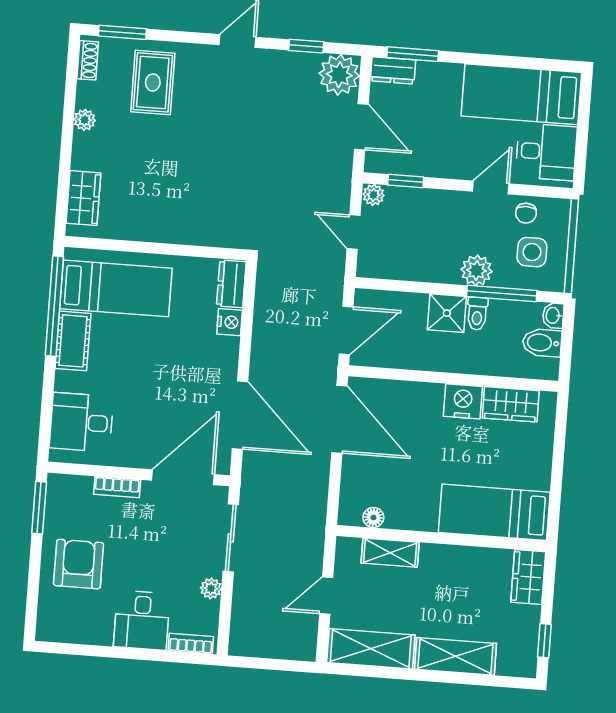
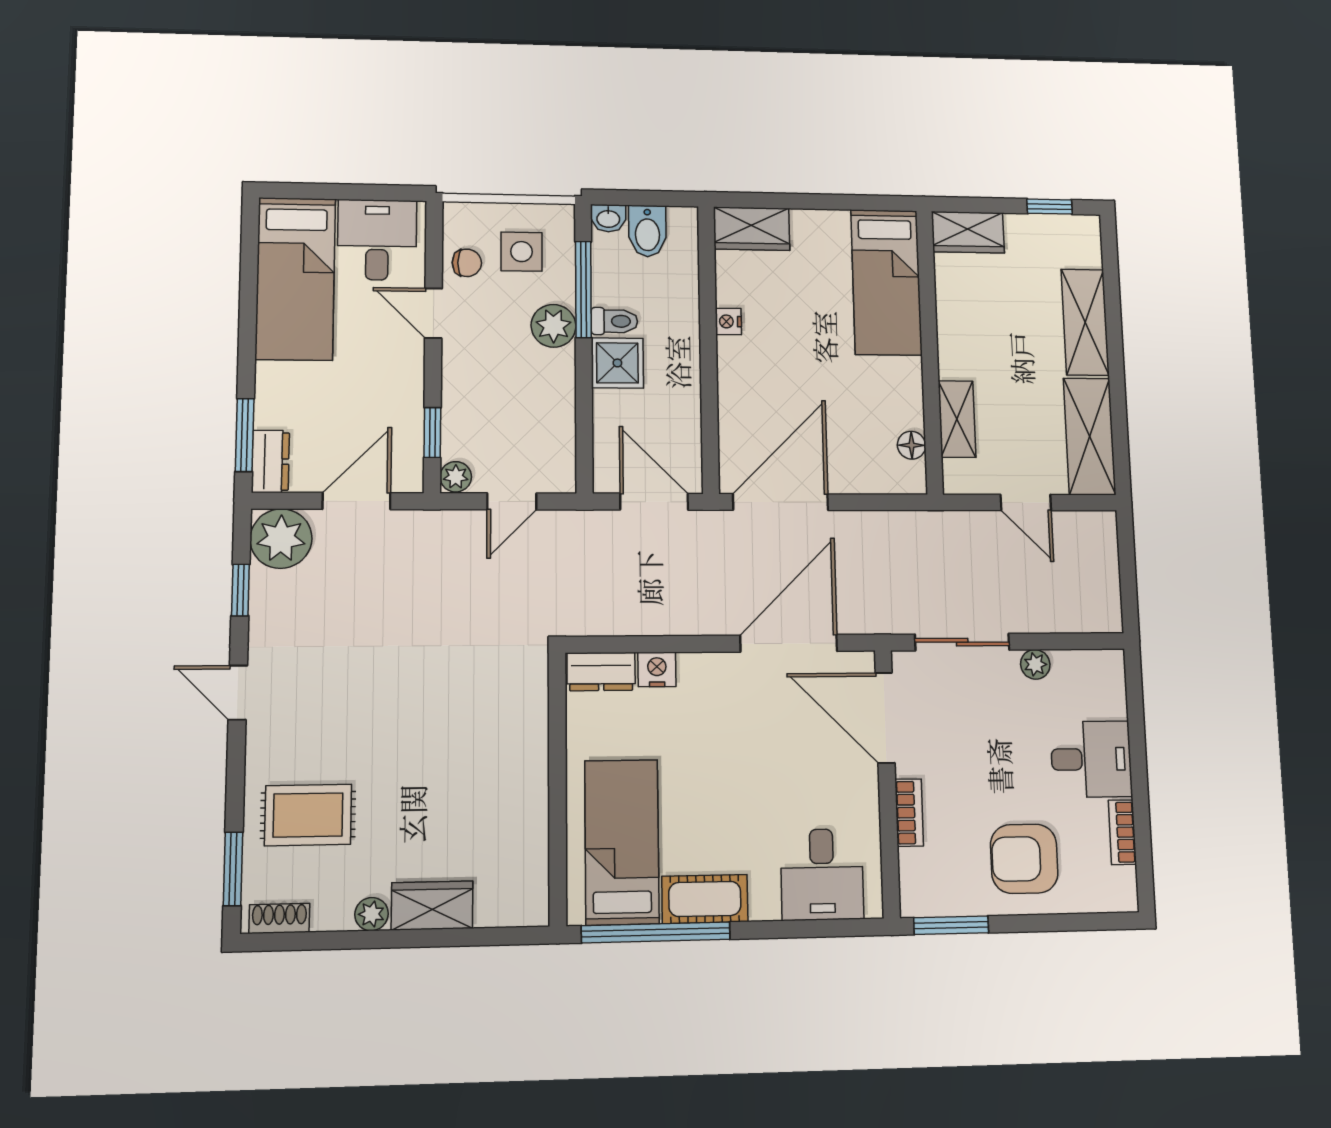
wardrobe: (83, 198) -> (432, 906), moved
nightstand: (463, 401) -> (728, 321), width x0.53, depth x0.56
wardrobe: (511, 404) -> (752, 229), moved, turned 90
bookcase: (191, 644) -> (1122, 832), moved

